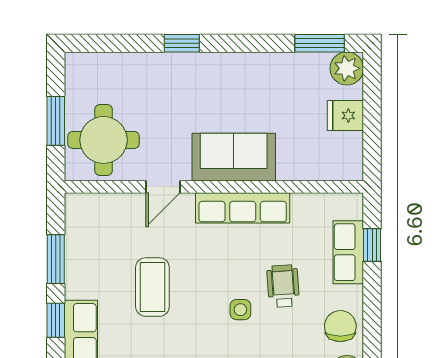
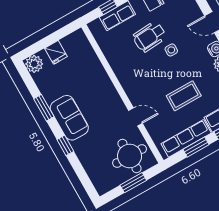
window: (320, 43) -> (44, 108), moved
sofa: (234, 157) -> (69, 118), moved, turned 180
row of seats: (243, 208) -> (186, 138), moved, turned -90
wheelchair: (283, 286) -> (150, 37), width x1.36, depth x1.37

